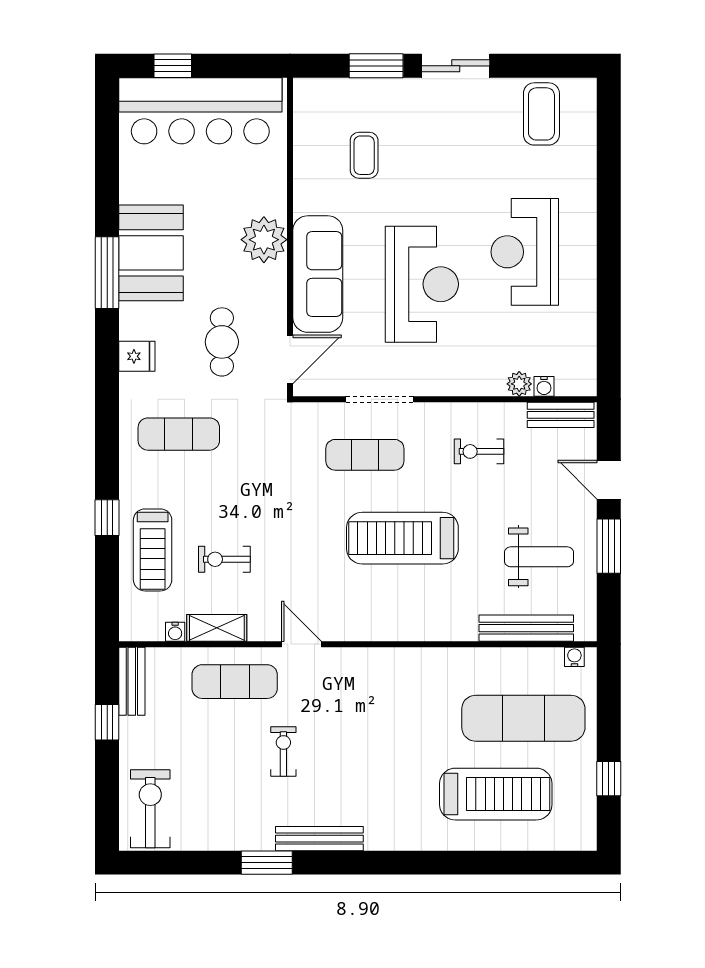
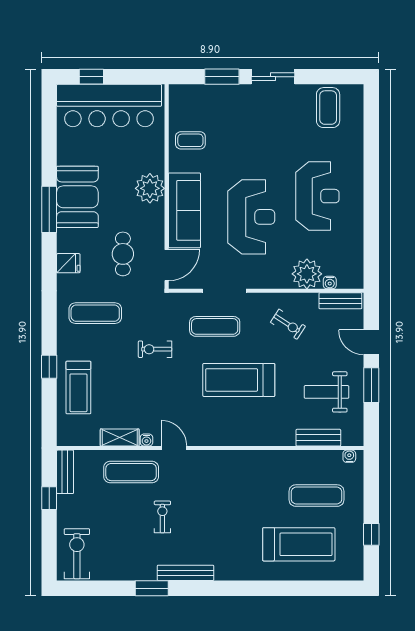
coffee table: (364, 155) -> (190, 140), moved, turned 90
reception desk: (525, 252) -> (317, 196), turned 180
plant: (519, 384) -> (307, 274), width x1.88, depth x1.88
exercise bike: (479, 451) -> (288, 324), turned -147
weight bench: (539, 557) -> (327, 392), turned 180
exercise bike: (224, 559) -> (155, 349), moved
bench: (526, 628) -> (318, 438), width x0.73
water cooler: (175, 632) -> (146, 440), moved
exercise mat: (523, 718) -> (316, 496), width x0.73, depth x0.69

